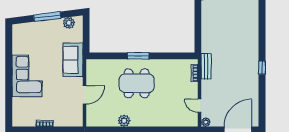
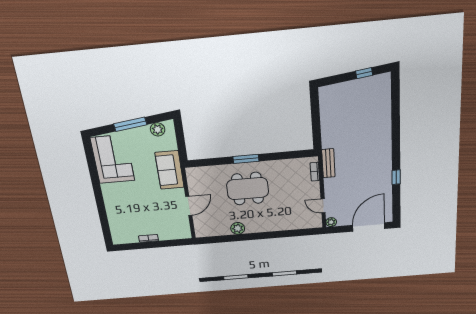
window: (262, 68) -> (396, 177), moved
corner sofa: (27, 76) -> (113, 159), moved

